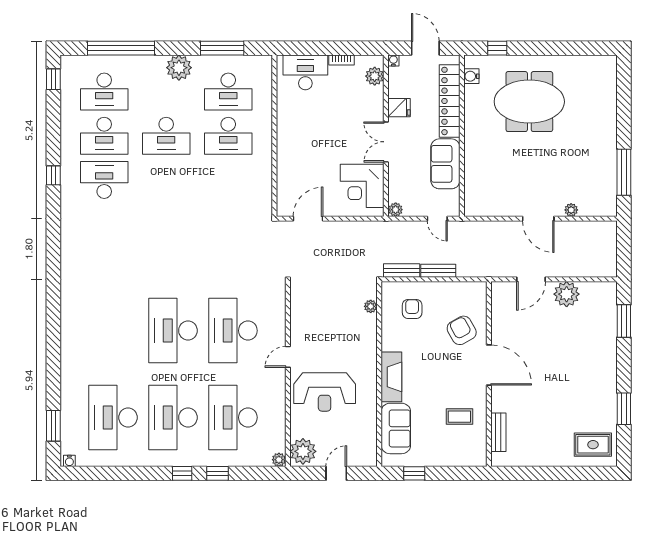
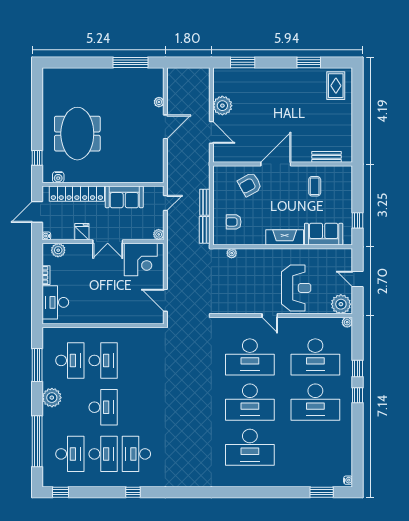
desk: (113, 417) -> (250, 447), moved

